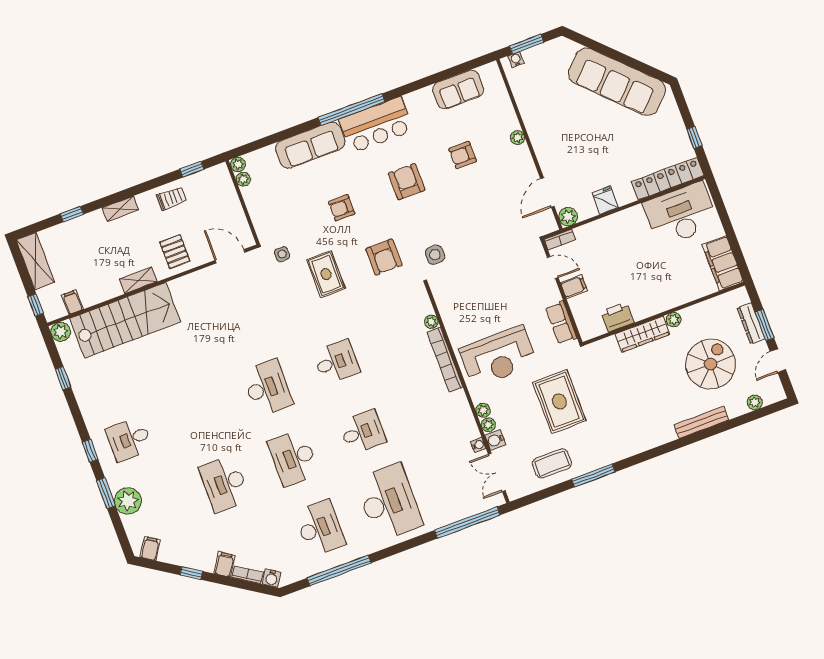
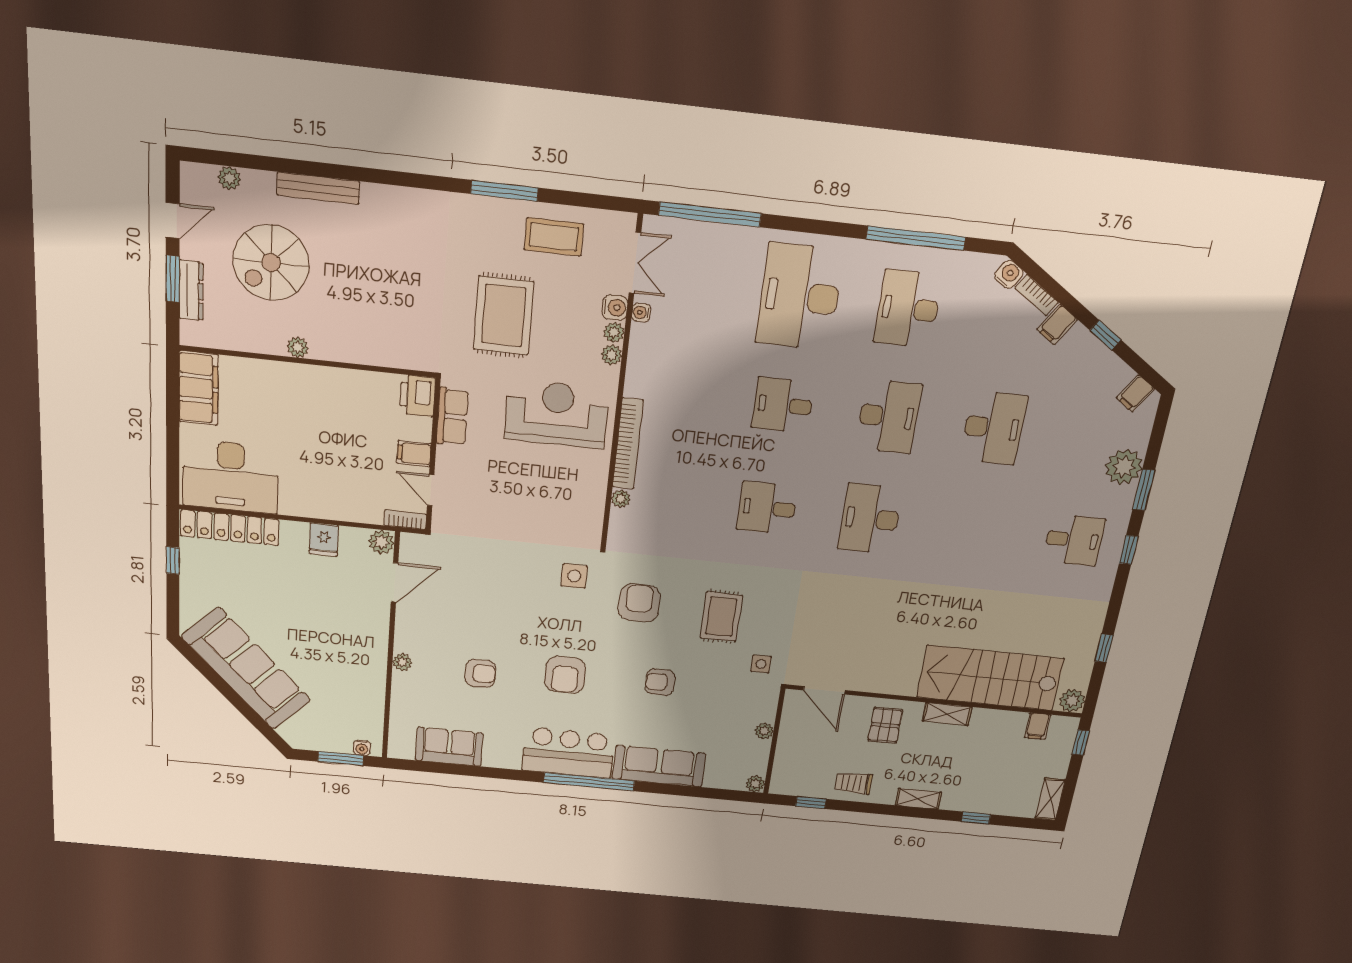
plant: (243, 179) -> (764, 731), moved
armchair: (342, 208) -> (660, 682), turned 180
shelving: (35, 261) -> (1050, 799), width x0.67, depth x0.75
printer: (617, 317) -> (417, 396), moved, turned 90
wardrobe: (643, 334) -> (349, 349), removed

